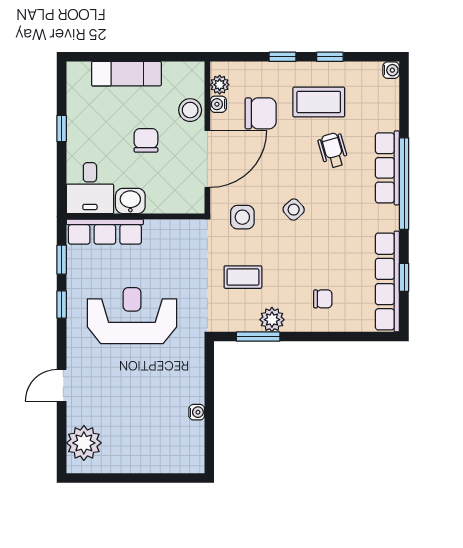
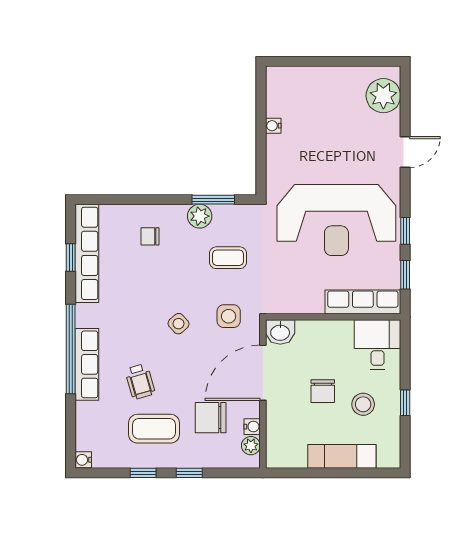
stool: (190, 110) -> (363, 404), moved
washbasin: (130, 201) -> (280, 332), moved
reception desk: (132, 316) -> (336, 220), width x1.36, depth x1.30

